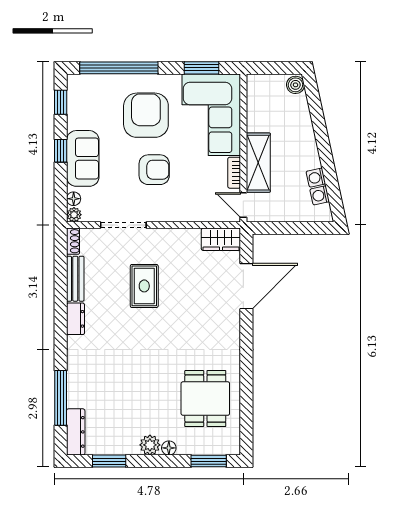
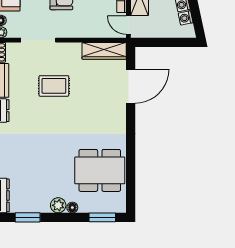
wardrobe: (221, 239) -> (104, 51), width x1.50
rug: (144, 286) -> (54, 86), turned 90
dining table: (205, 399) -> (100, 170), width x1.38

